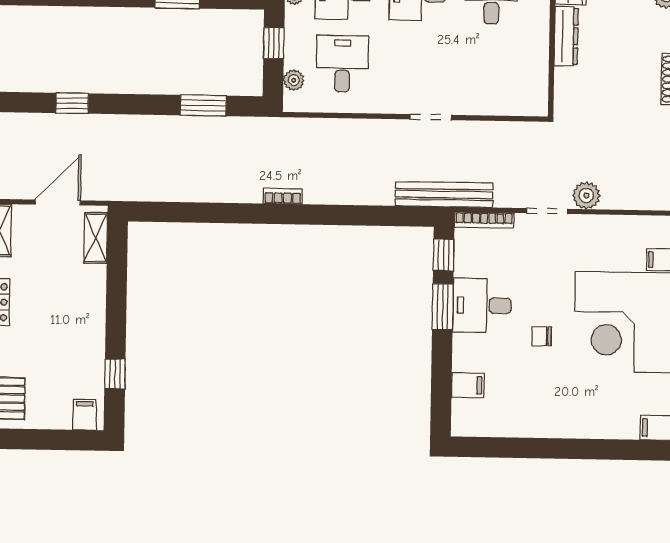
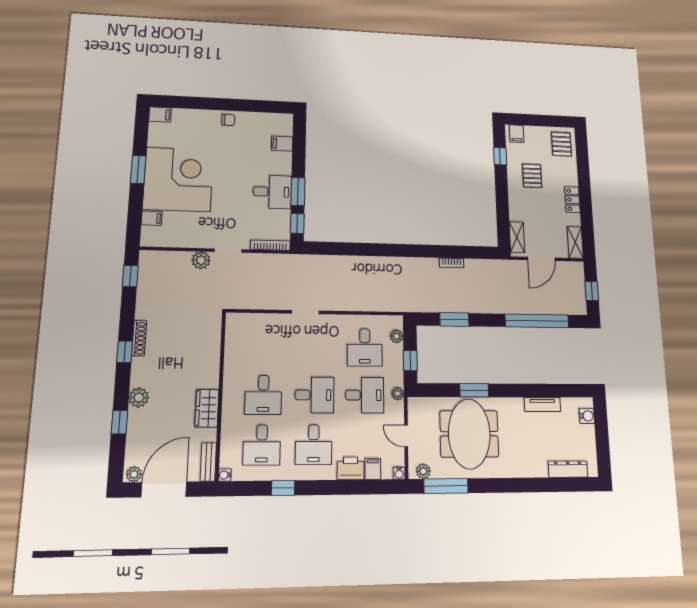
dresser: (566, 36) -> (212, 367), removed
window: (72, 103) -> (537, 321), width x3.17
bench: (444, 195) -> (297, 262), removed
bookcase: (283, 196) -> (451, 263), moved
chair: (542, 336) -> (228, 120), moved
pallet: (63, 342) -> (532, 176), added

